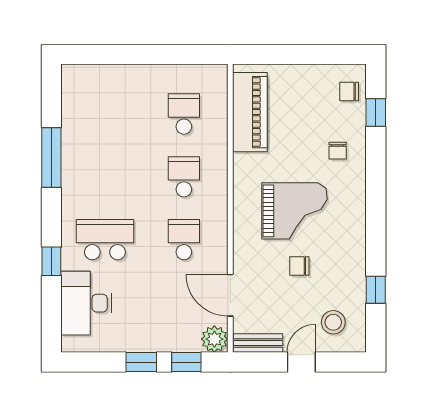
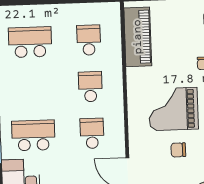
school desk: (105, 114) -> (30, 42), added
grand piano: (294, 211) -> (173, 109), turned 180

